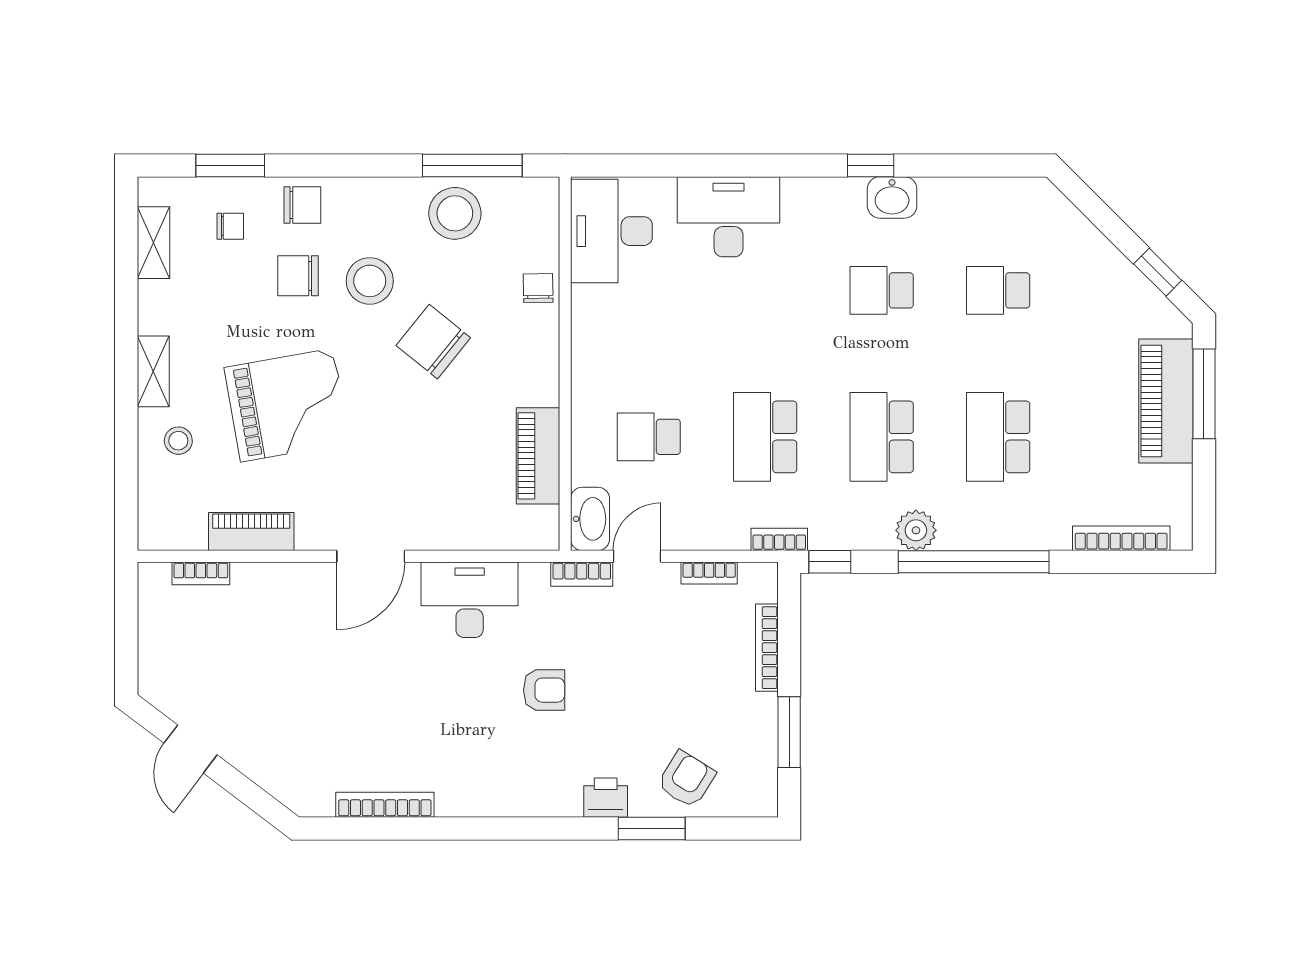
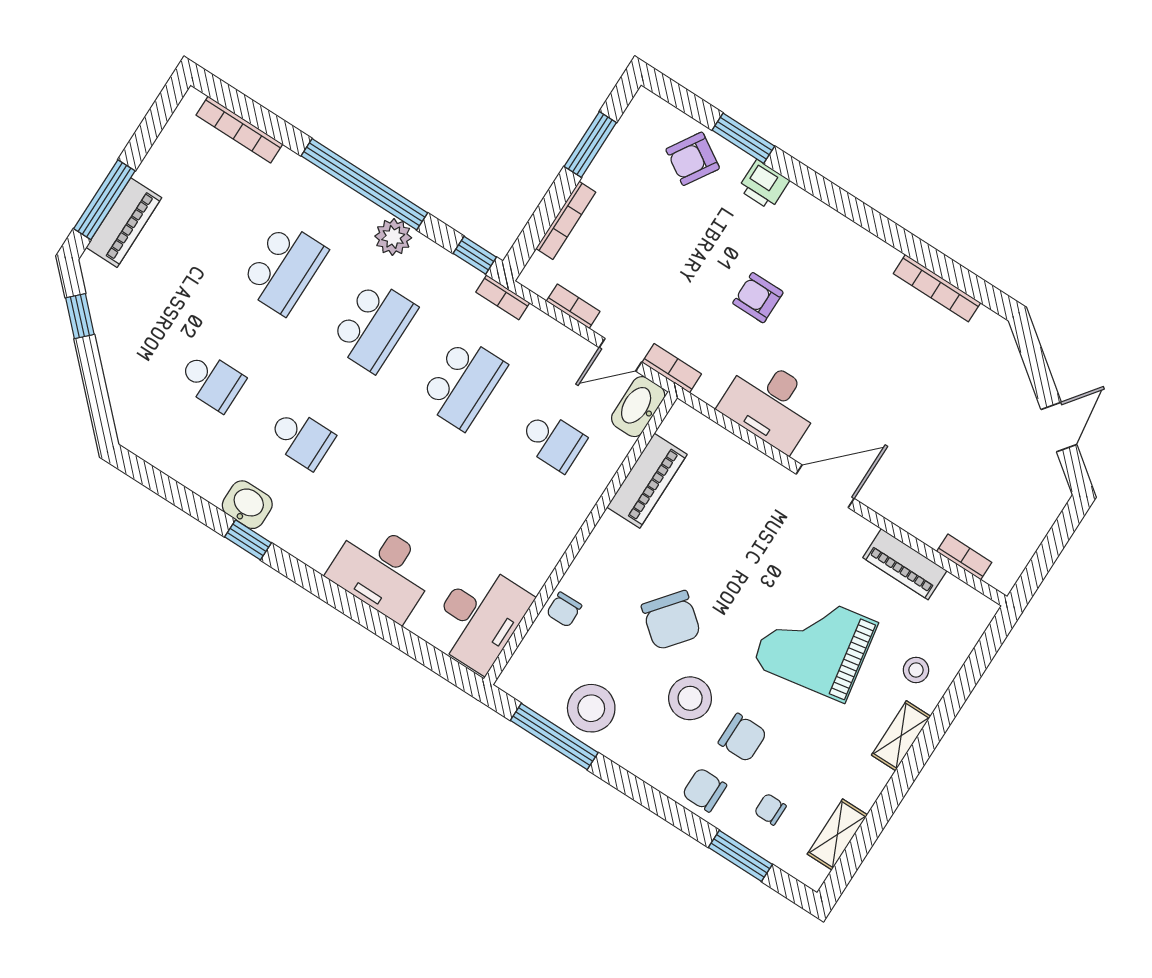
piano: (1166, 401) -> (124, 223), width x0.73, depth x0.75

